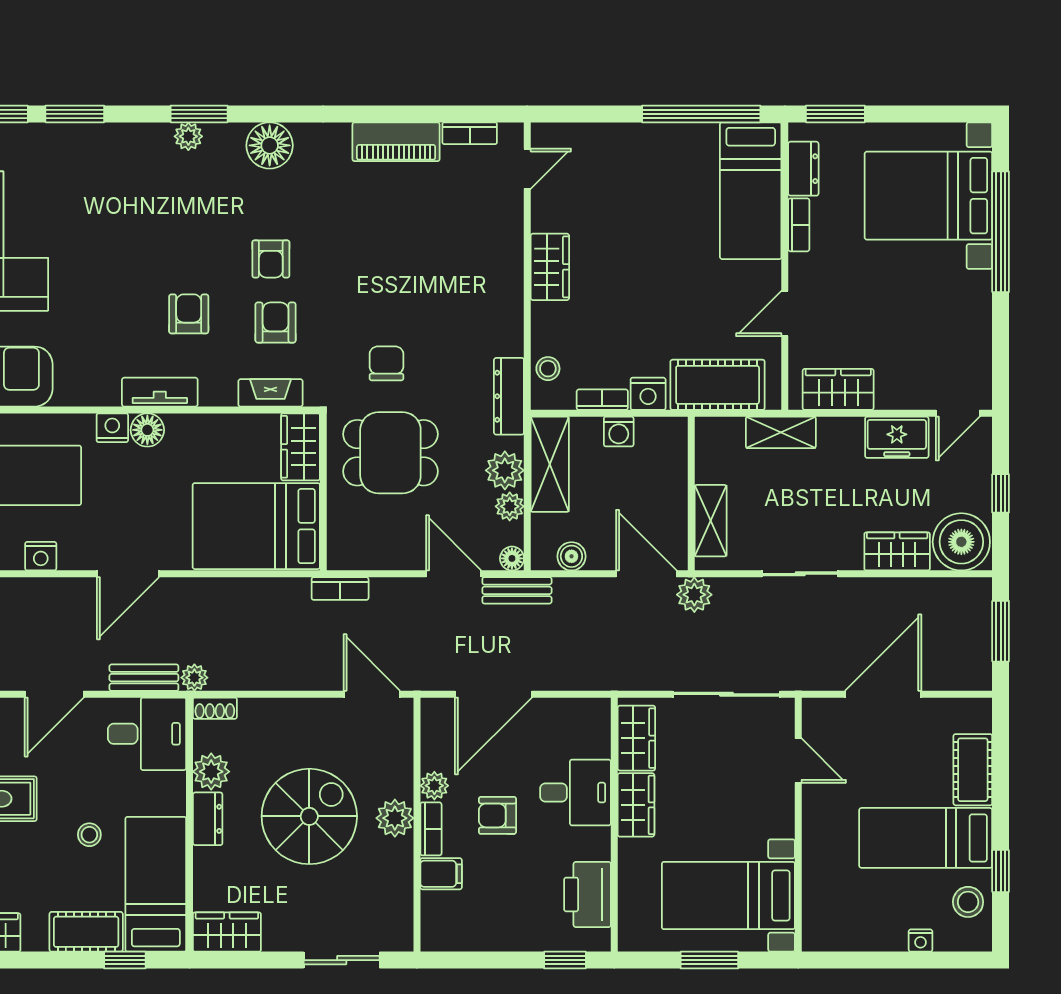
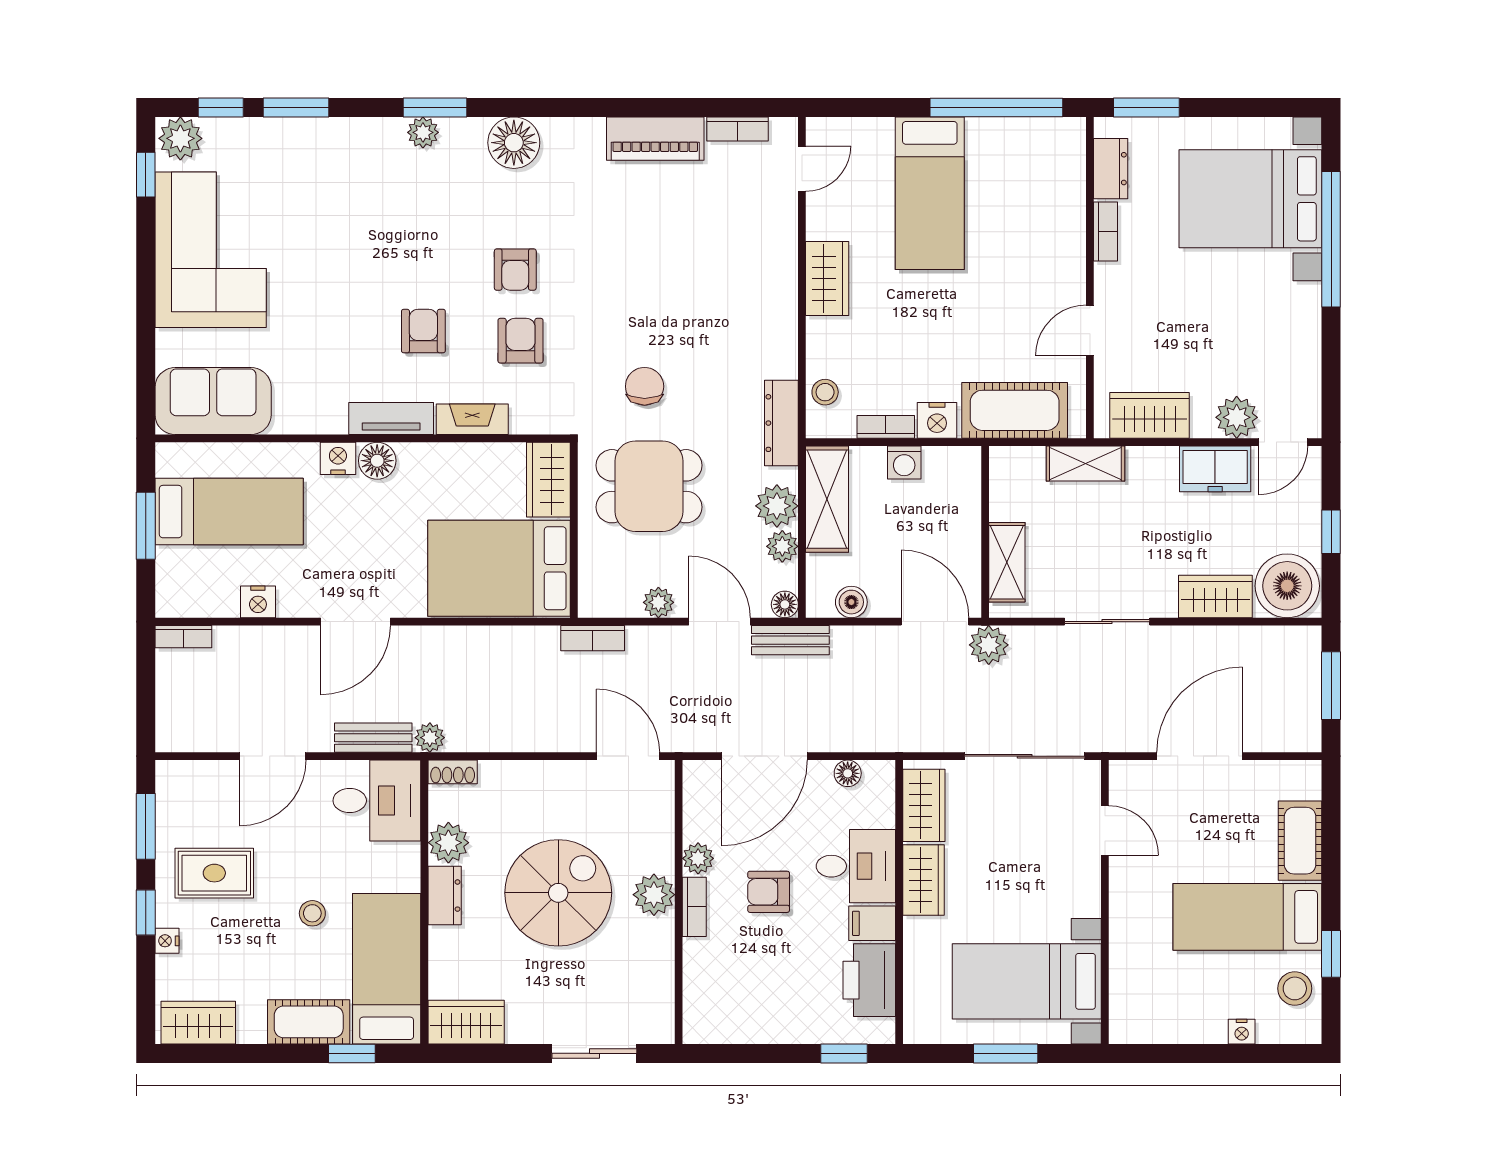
bed: (751, 191) -> (930, 193), moved
plant: (916, 391) -> (1237, 417), added
fireplace: (270, 393) -> (472, 419), moved
plant: (399, 557) -> (658, 602), added
floor lamp: (568, 710) -> (848, 773), added
filing cabinet: (441, 874) -> (872, 923), moved, turned 180

